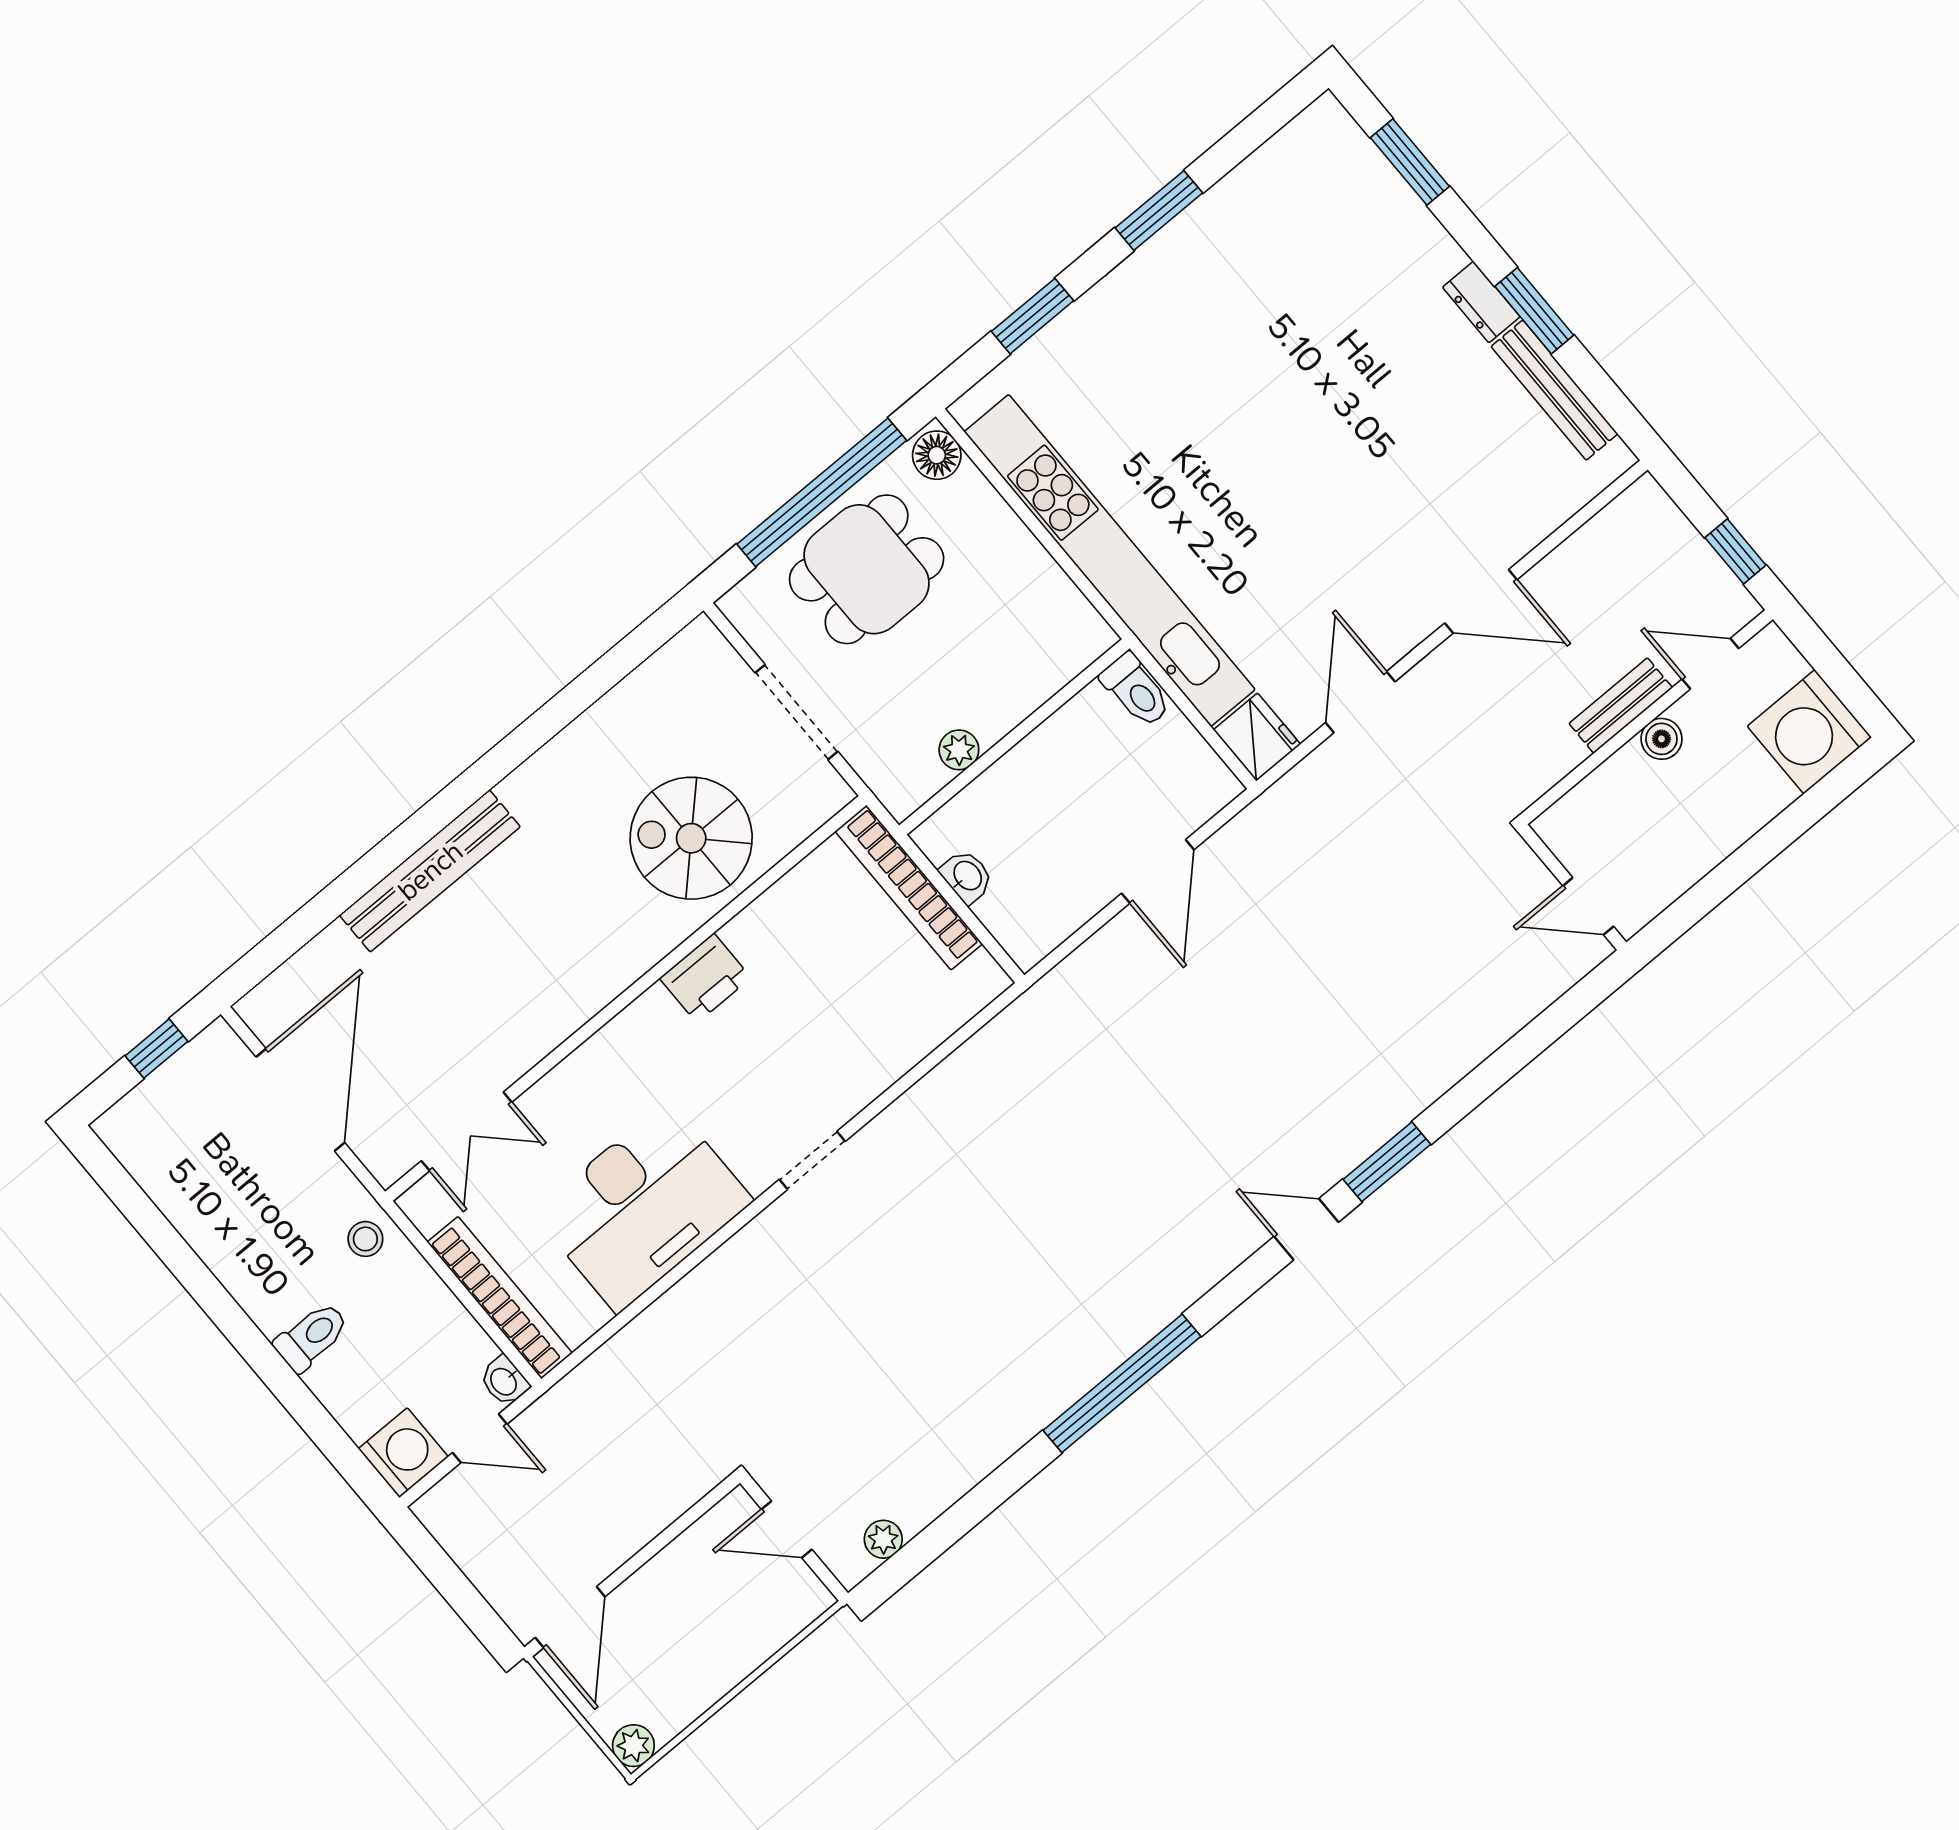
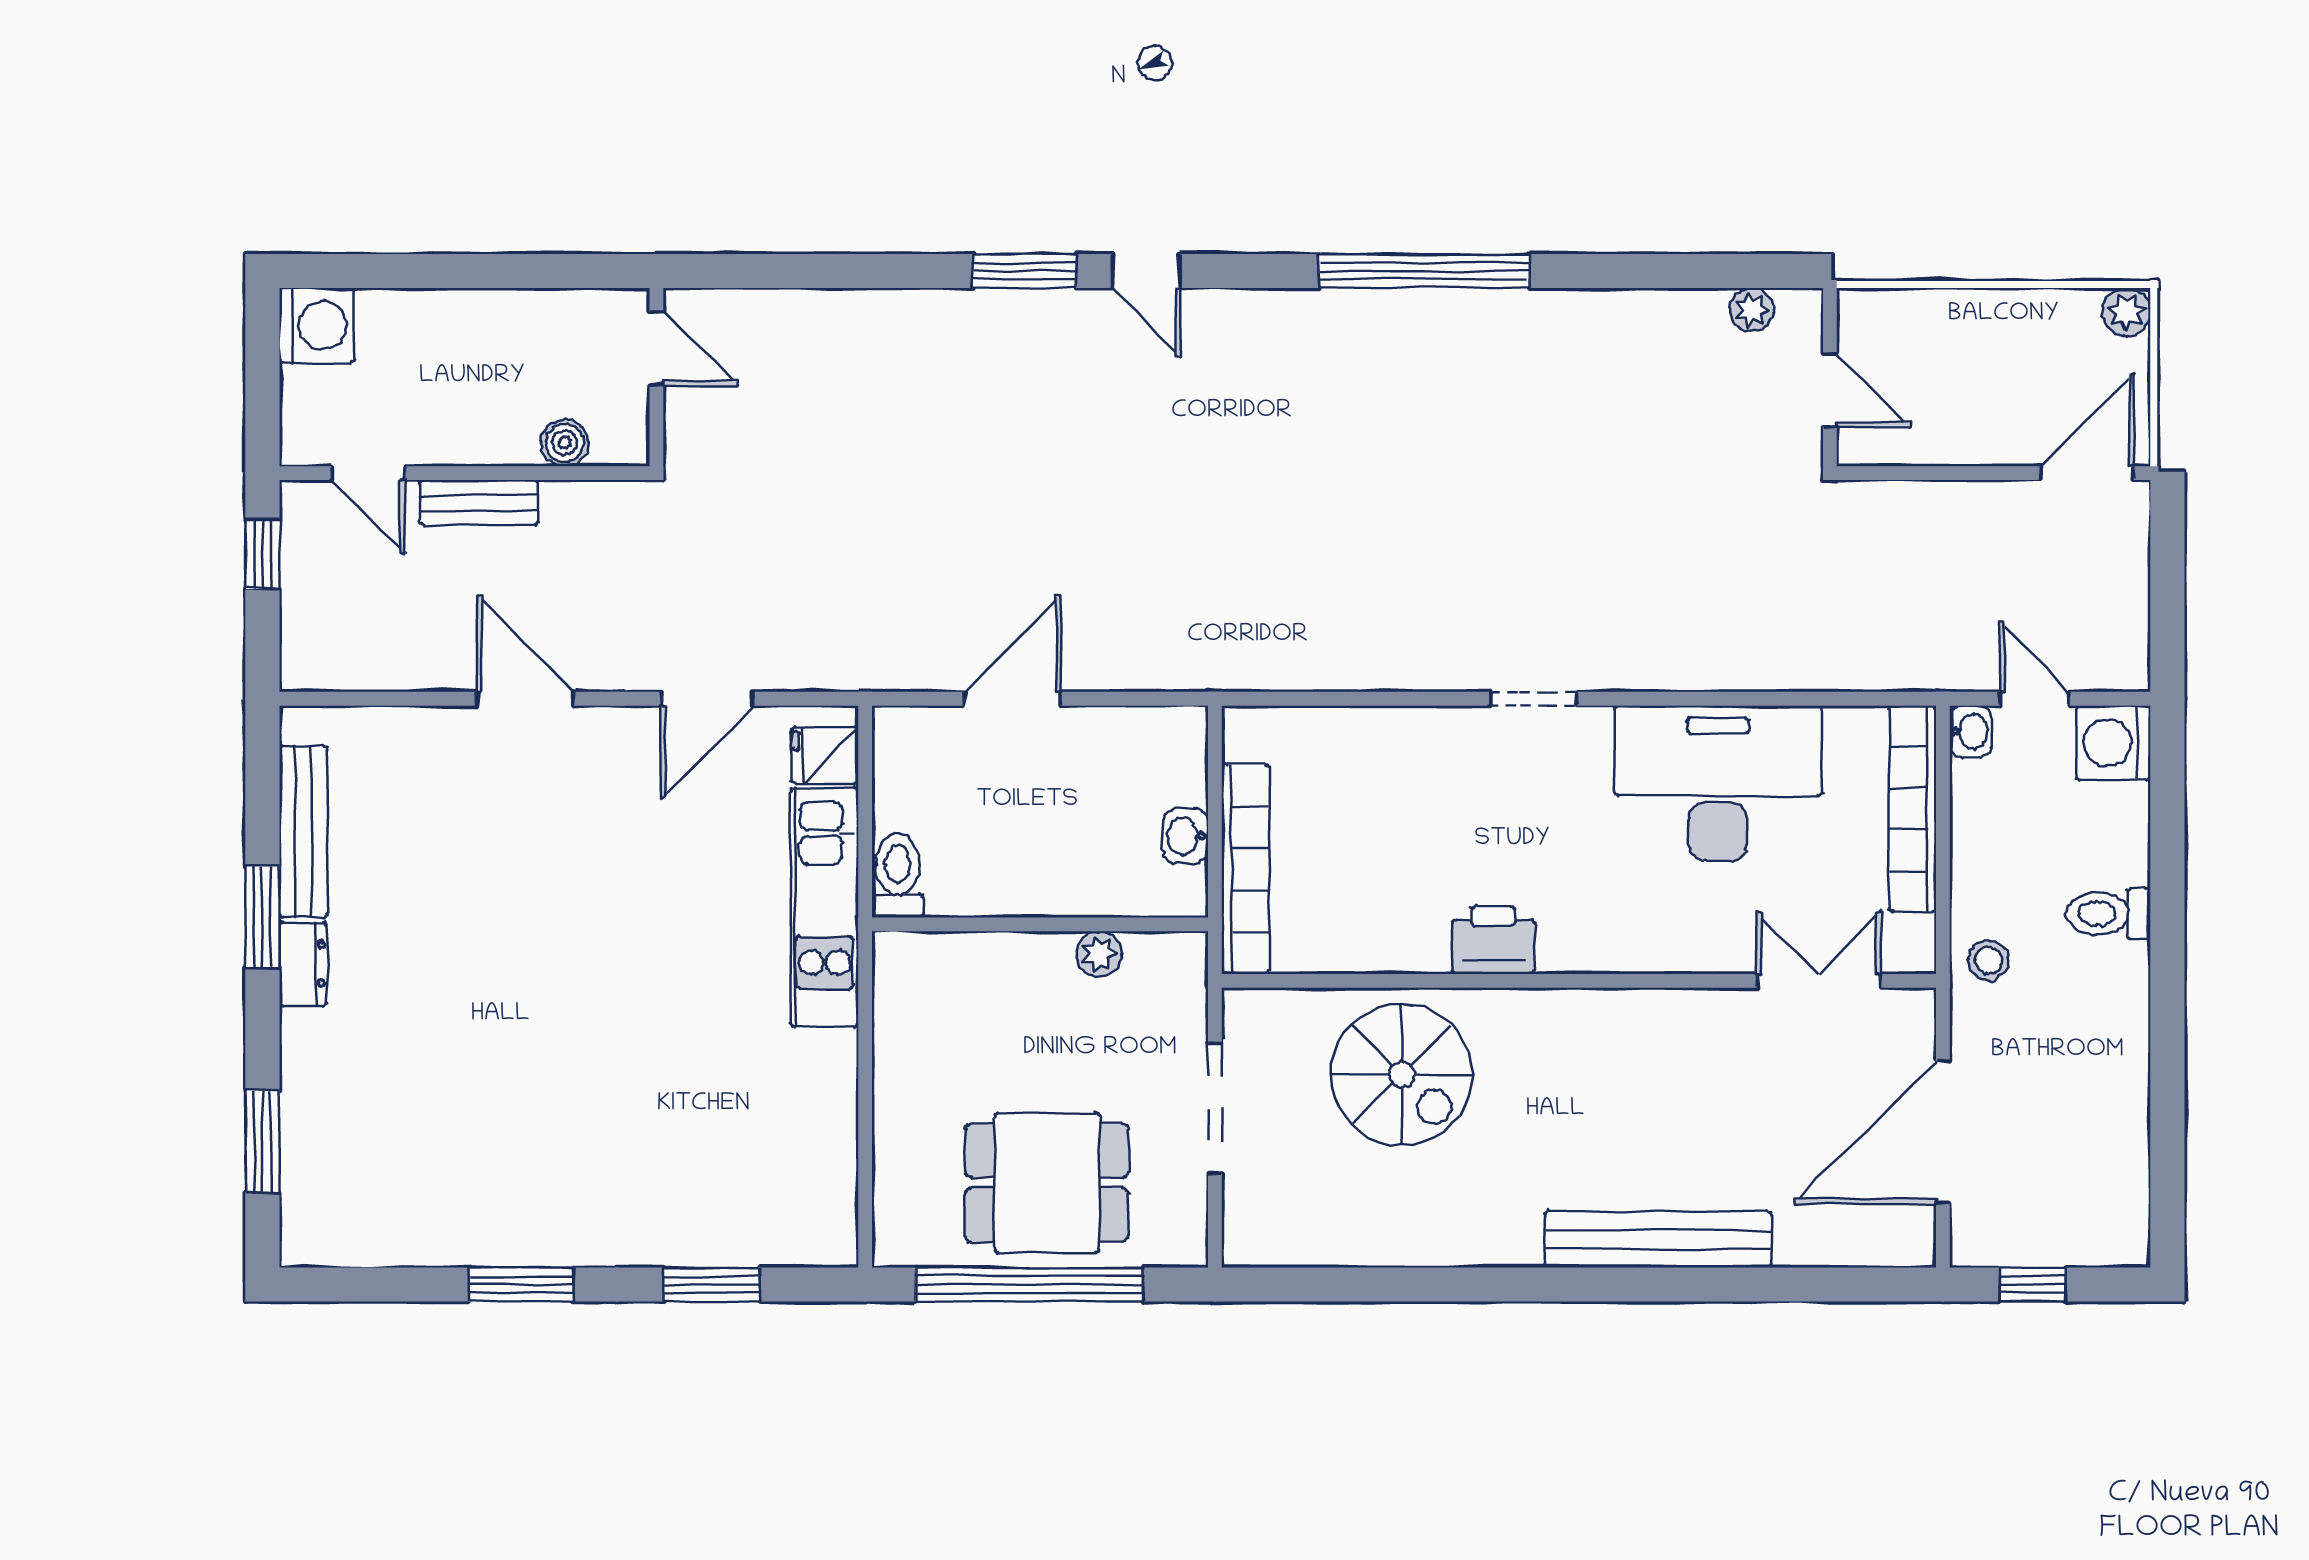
floor lamp: (937, 455) -> (900, 1232), removed
kitchen unit: (1110, 561) -> (825, 907), width x0.54
washing machine: (1809, 732) -> (317, 325), width x0.73, depth x0.73
fridge: (1257, 737) -> (825, 755), width x0.72
boiler: (1661, 739) -> (565, 443), moved

